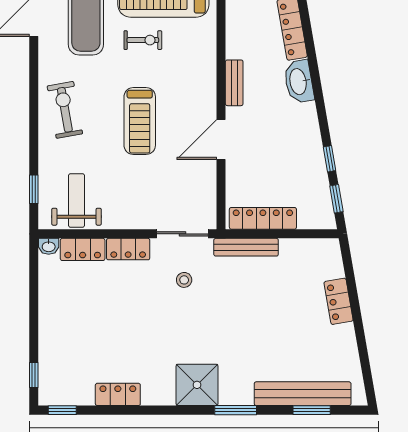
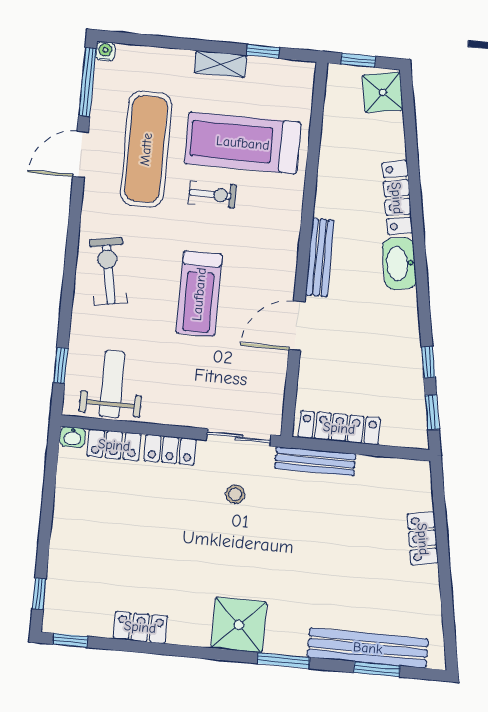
bench: (234, 83) -> (320, 258), width x1.36

